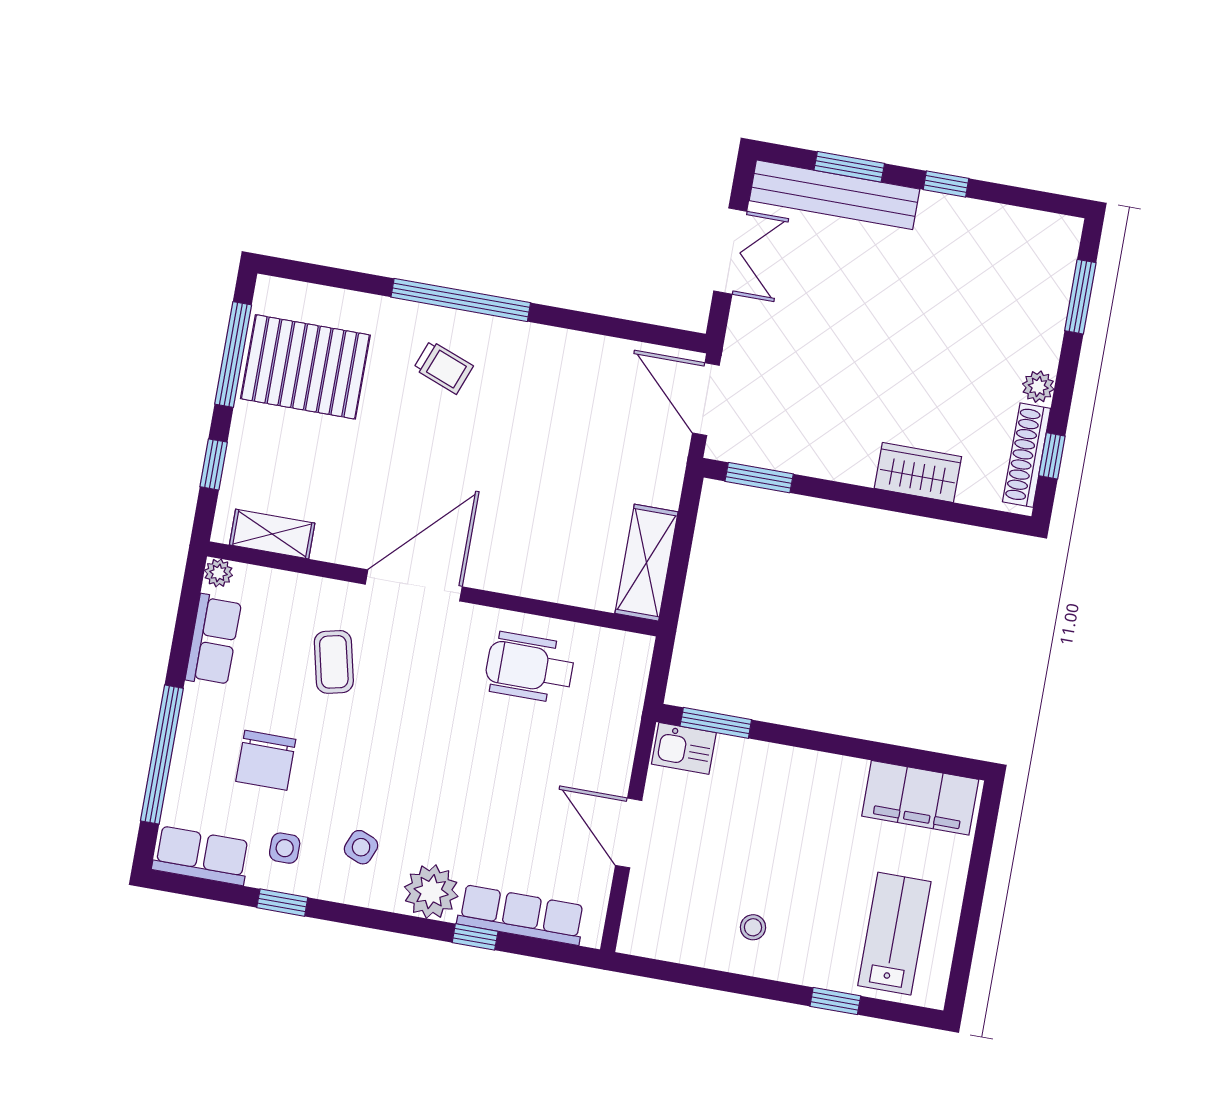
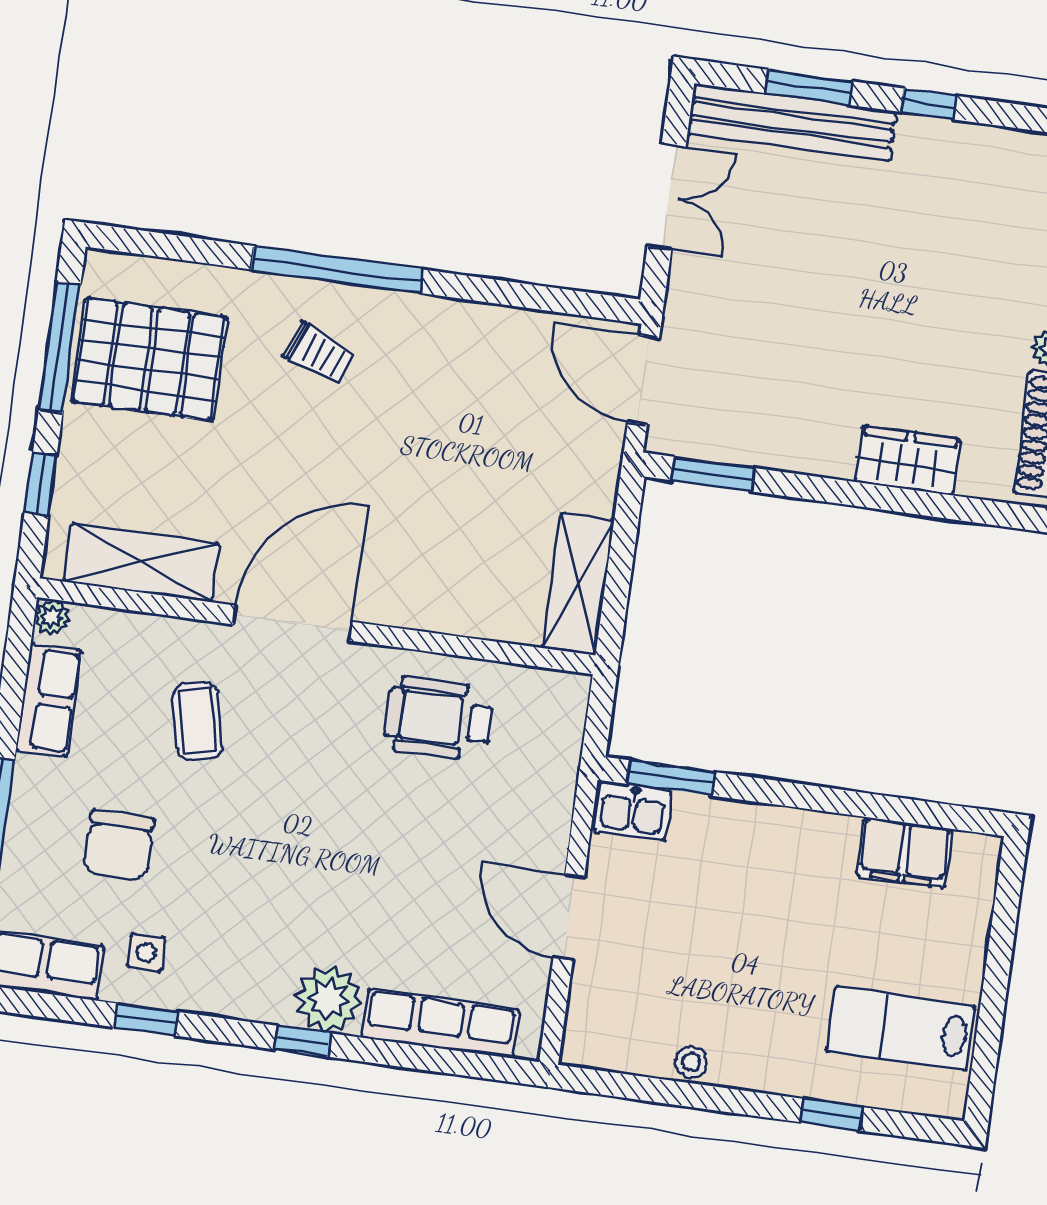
shelving: (272, 534) -> (142, 563), width x1.50, depth x1.33
filing cabinet: (920, 798) -> (904, 852), width x0.67, depth x0.86
side table: (361, 847) -> (240, 948), removed
stool: (753, 927) -> (691, 1062), moved
lab bench: (894, 934) -> (901, 1029), turned -90
window: (475, 937) -> (303, 1041), moved

